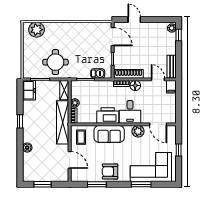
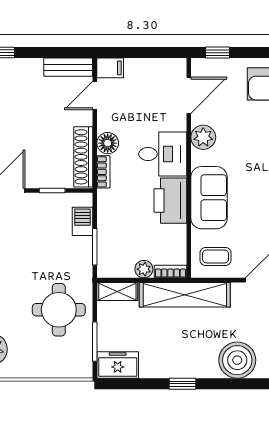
boiler: (27, 148) -> (237, 360), width x1.86, depth x1.86
window: (179, 150) -> (217, 53), moved

